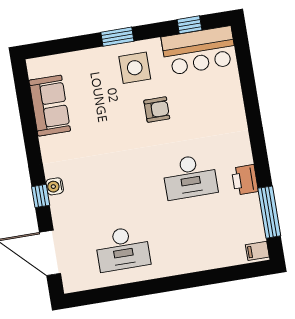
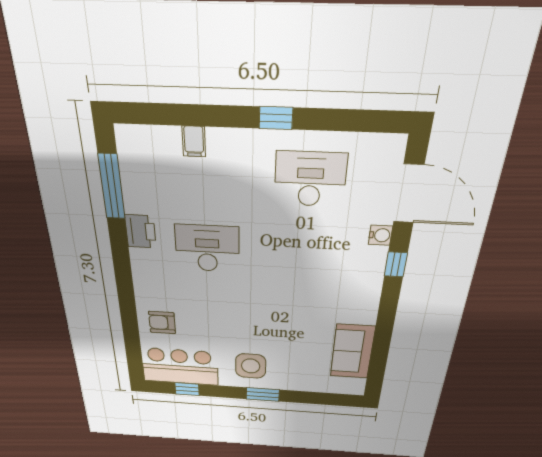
armchair: (157, 110) -> (162, 323), moved
water cooler: (55, 186) -> (380, 235), moved
filing cabinet: (257, 251) -> (194, 141), moved, turned 90
window: (156, 286) -> (276, 118), added

